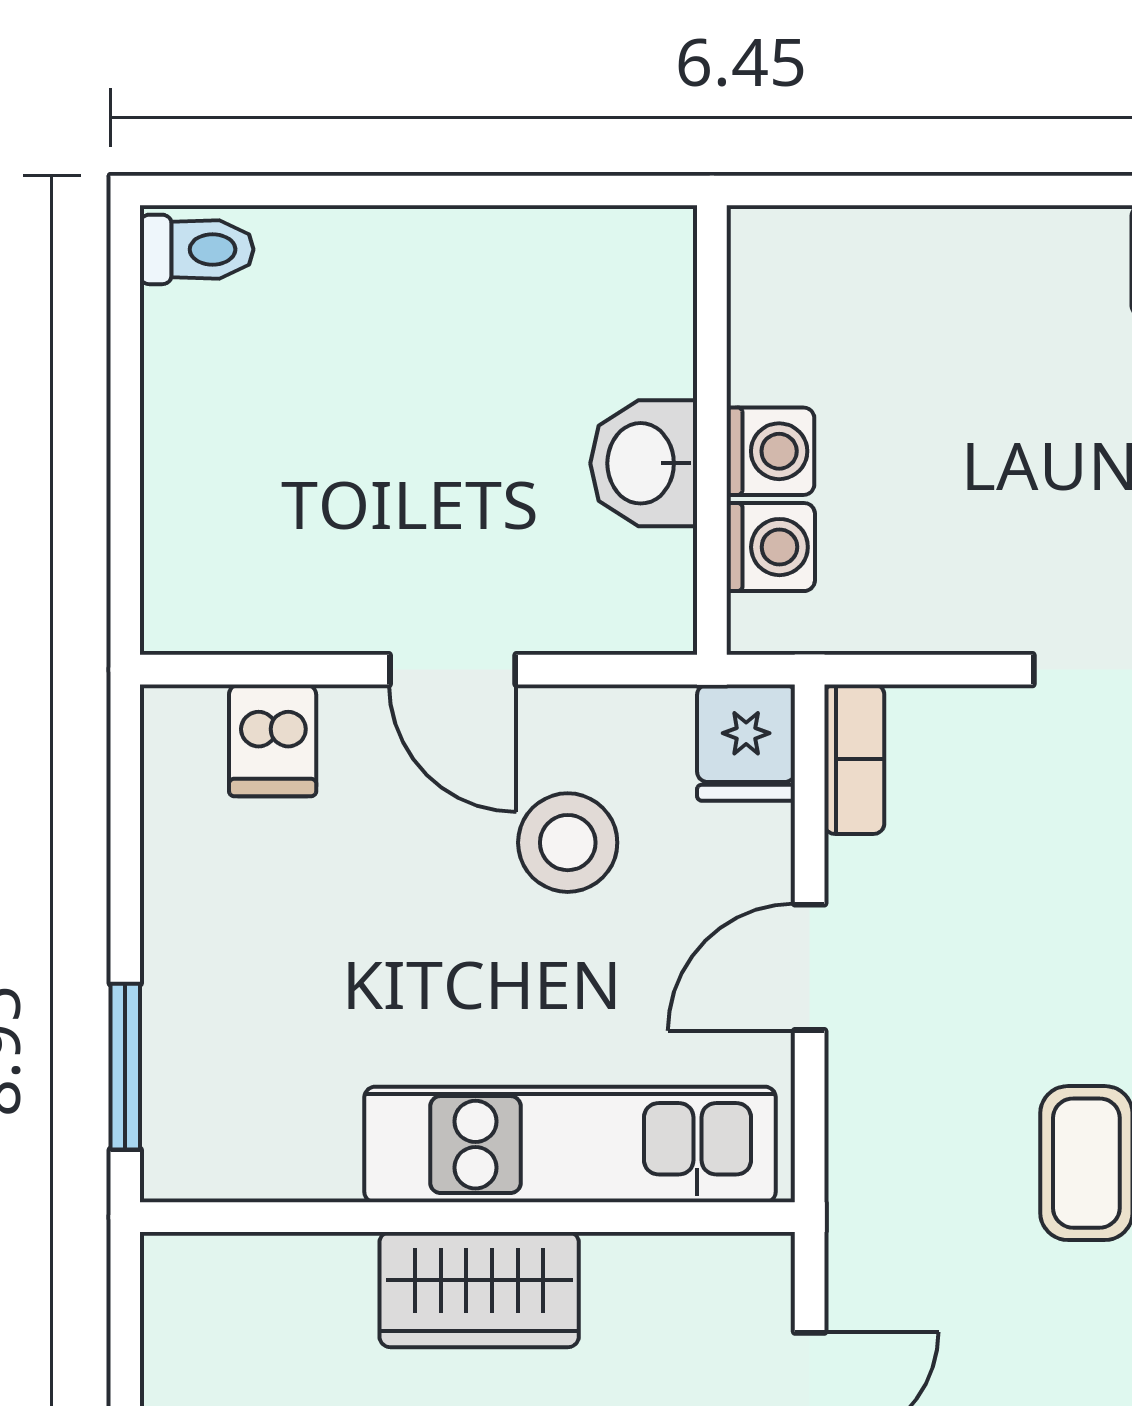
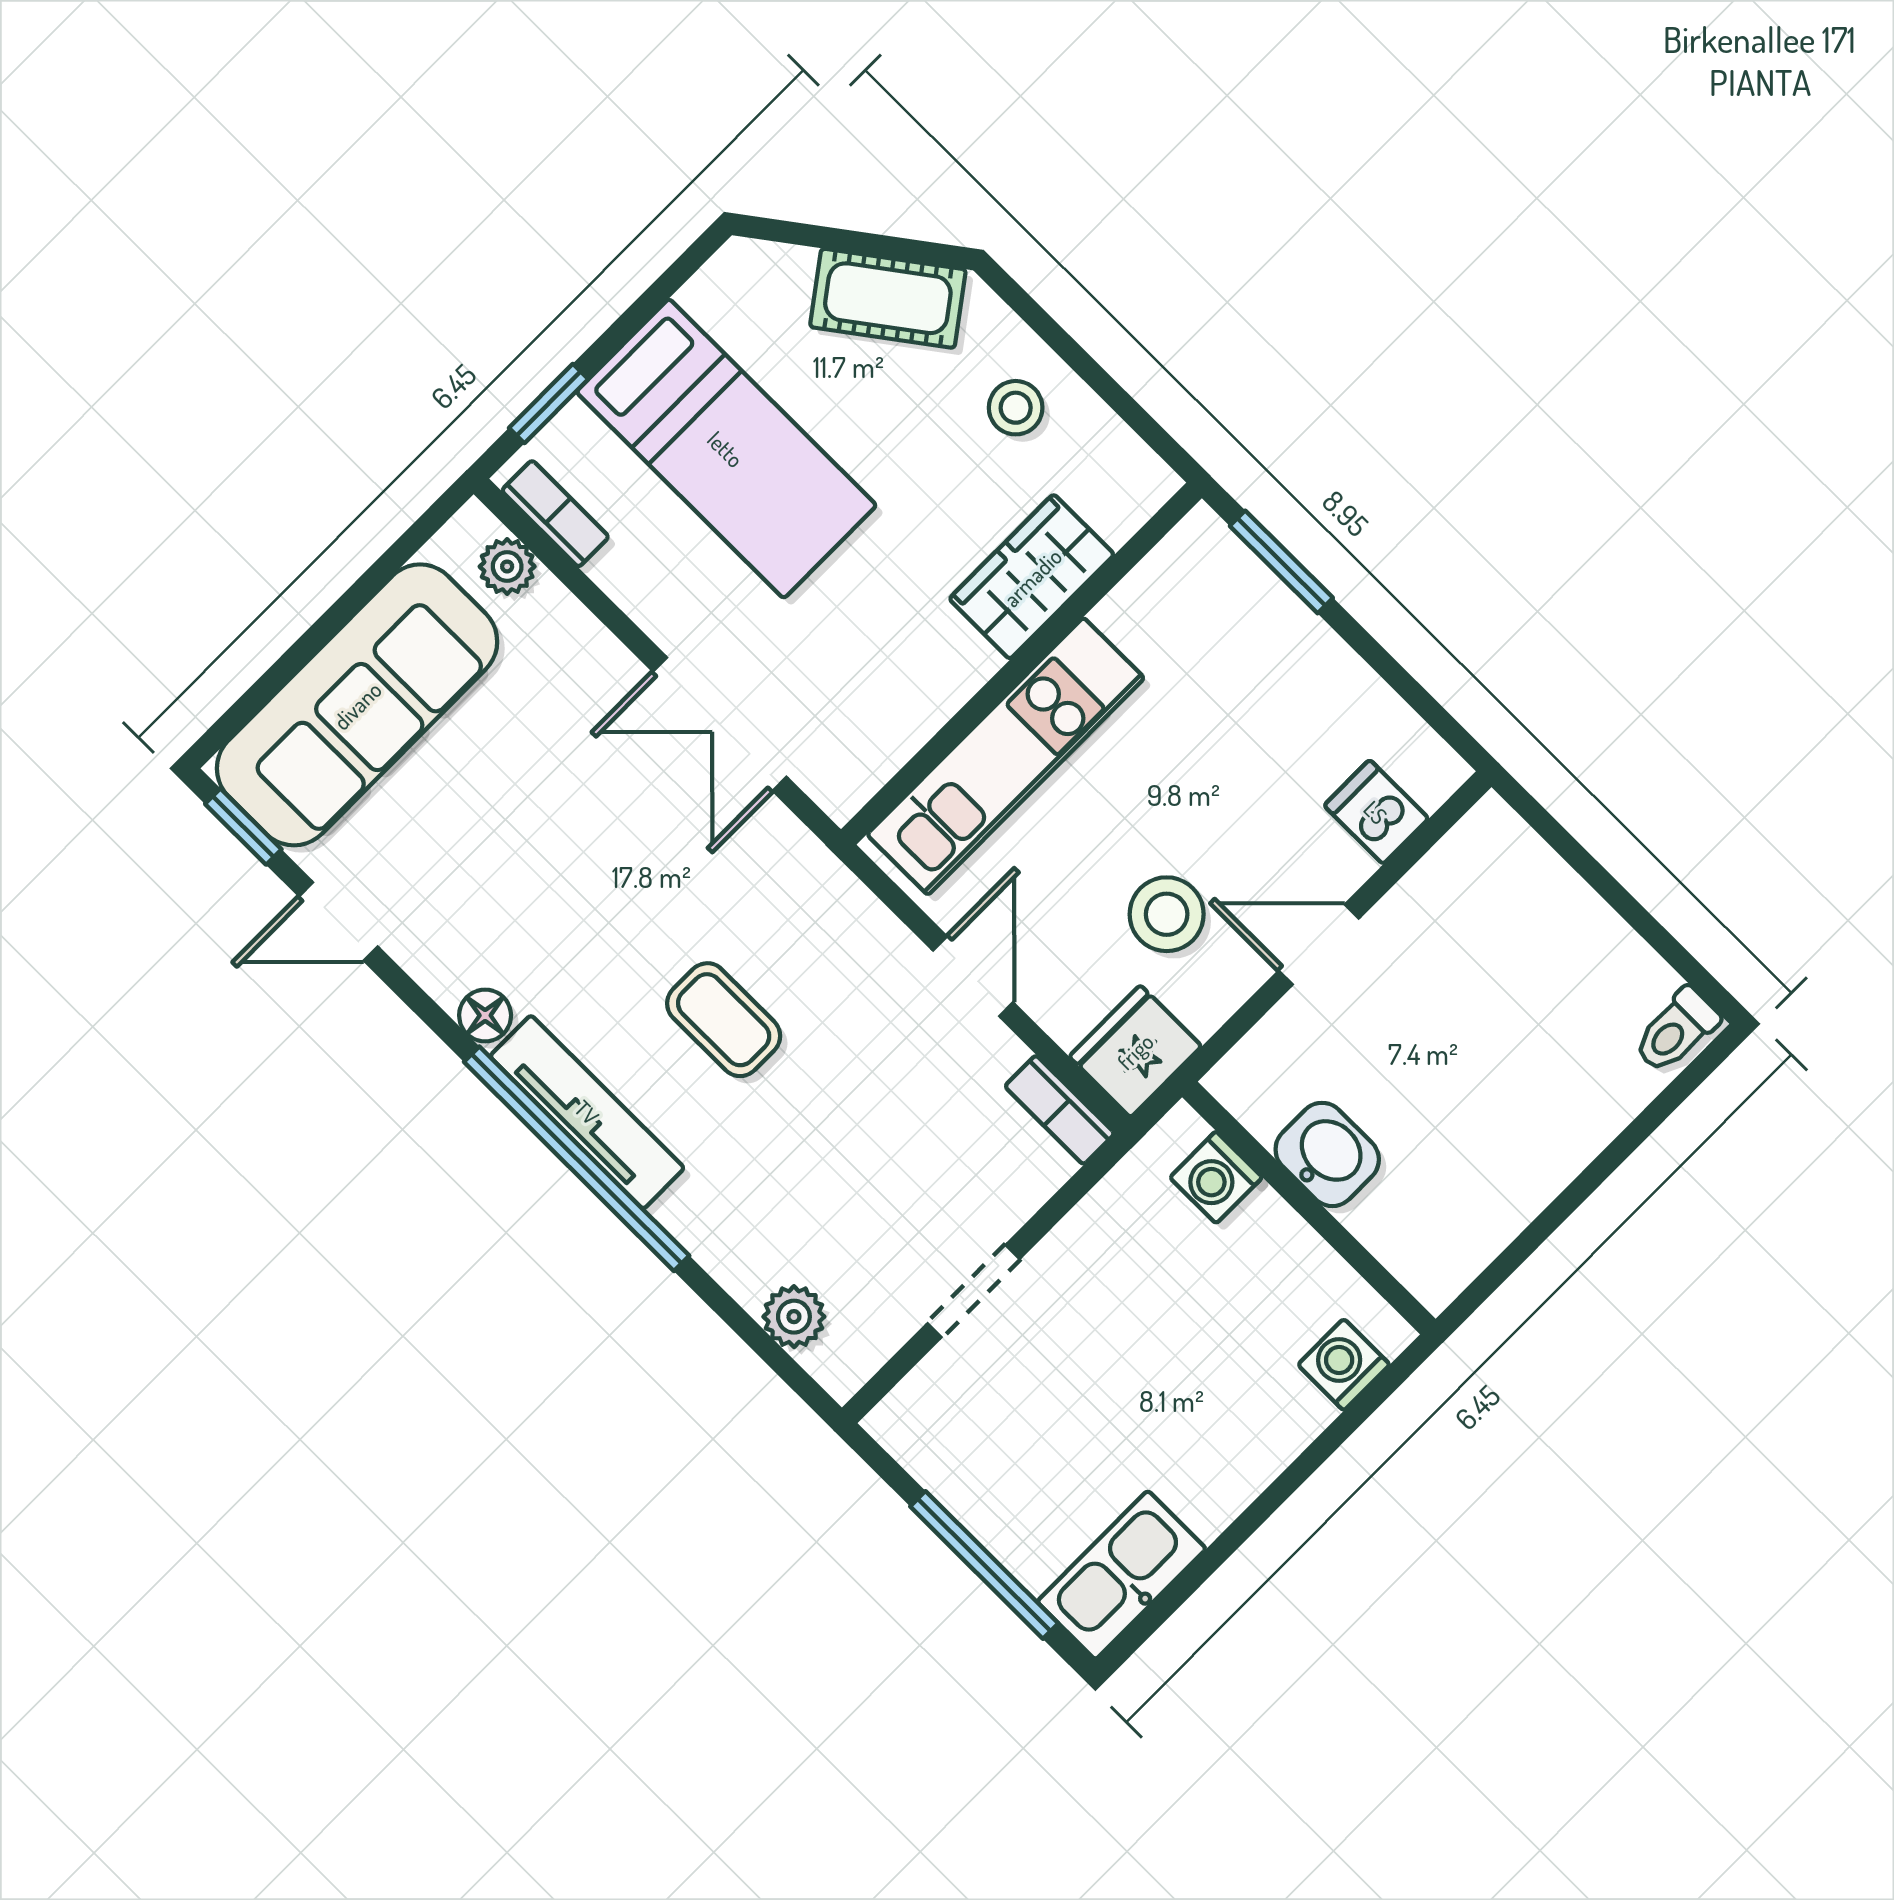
washing machine: (770, 451) -> (1344, 1365), moved, turned 90
fridge: (746, 743) -> (1135, 1051), width x1.38
wardrobe: (479, 1290) -> (1032, 577), moved

